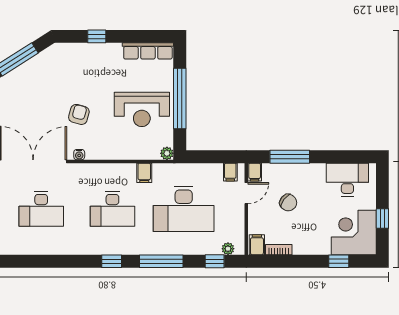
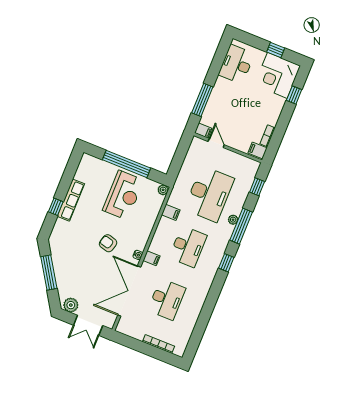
row of seats: (148, 51) -> (71, 200), moved
filing cabinet: (230, 172) -> (152, 258), moved
chair: (288, 203) -> (236, 115), removed
plant: (228, 249) -> (233, 220), moved

